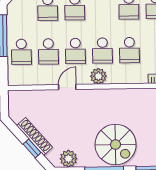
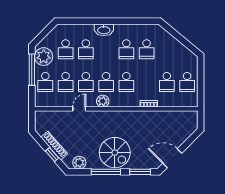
plant: (19, 18) -> (44, 57), added

